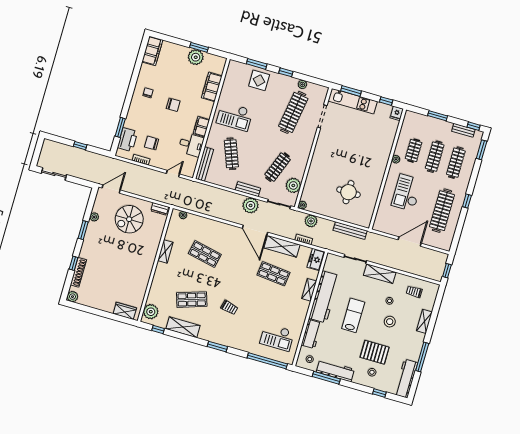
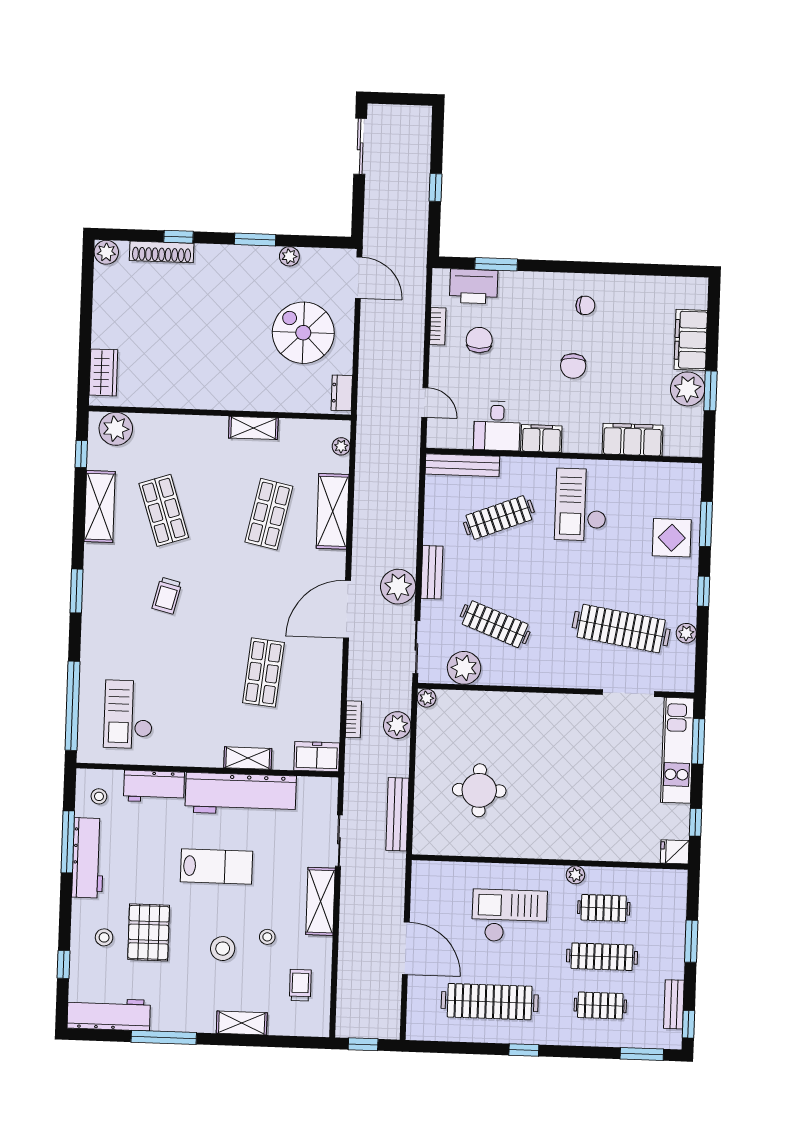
filing cabinet: (152, 51) -> (691, 340), moved, turned 90
clothes rail: (456, 163) -> (600, 1005), width x0.73
shelving: (282, 246) -> (333, 511), moved

